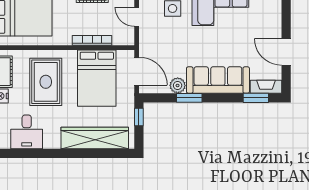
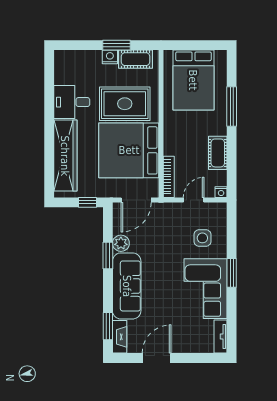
bookcase: (92, 40) -> (169, 177), moved
bed: (97, 78) -> (129, 150), width x1.36
desk: (27, 132) -> (72, 102), moved

